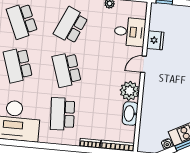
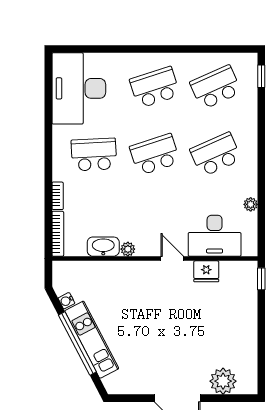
school desk: (71, 25) -> (216, 154), turned -48
desk: (130, 32) -> (215, 236), width x1.37
plant: (130, 91) -> (128, 249), width x0.53, depth x0.53

